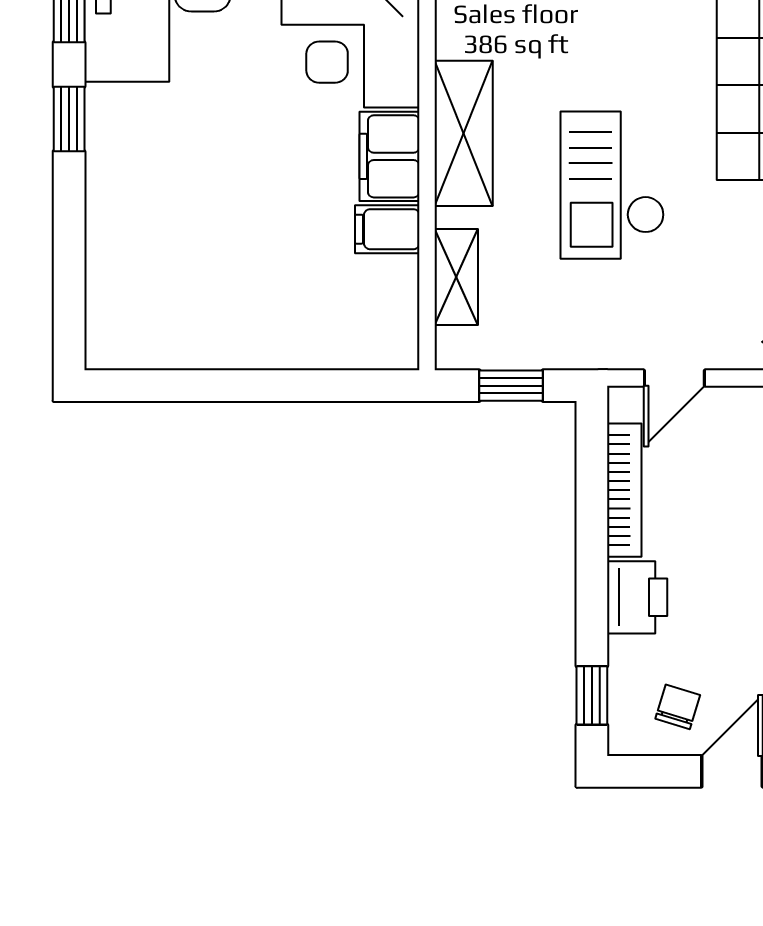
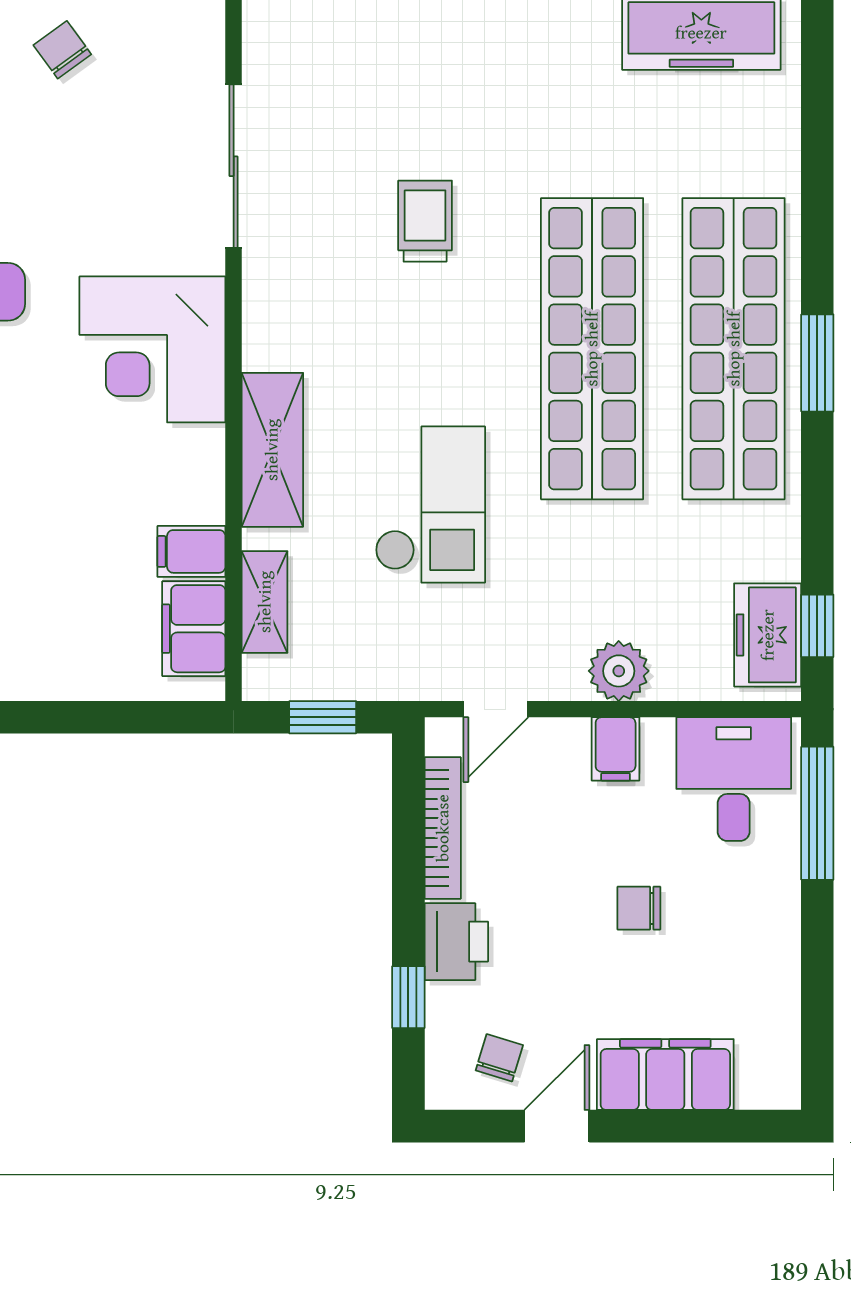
filing cabinet: (389, 156) -> (194, 629), moved
checkout: (612, 185) -> (430, 505), turned 180
window: (592, 695) -> (408, 997), moved

